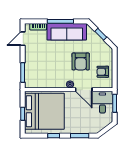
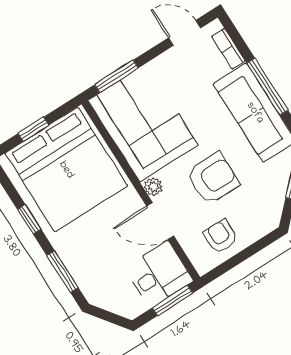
armchair: (81, 61) -> (213, 179), turned 180
corner sofa: (45, 74) -> (143, 123), added
door: (84, 90) -> (160, 221), hinge flipped

